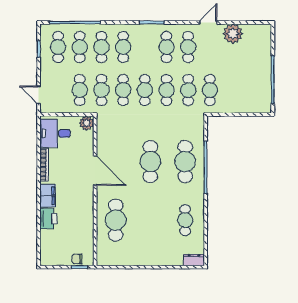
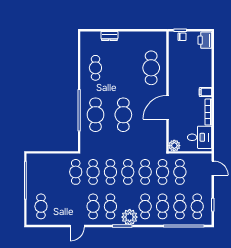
plant: (233, 34) -> (130, 217), moved
cafe table: (253, 47) -> (41, 206), added
door: (95, 171) -> (168, 107), hinge flipped
filing cabinet: (48, 196) -> (206, 92), width x0.50
printer: (48, 219) -> (205, 40), moved
dresser: (194, 260) -> (109, 36), moved

